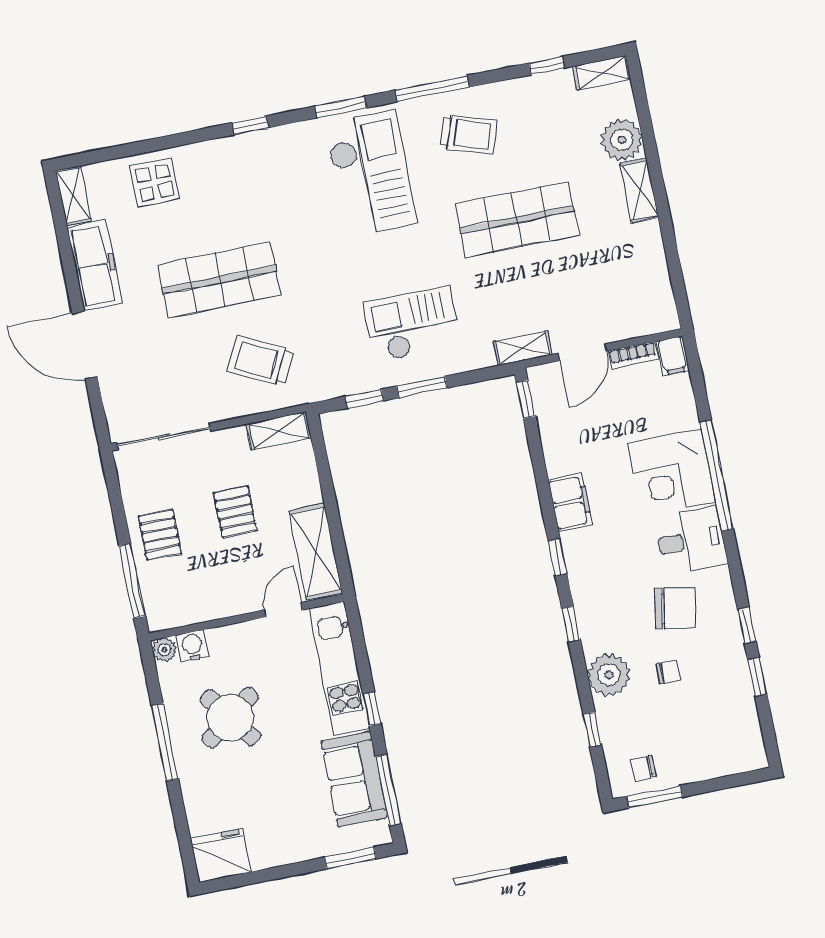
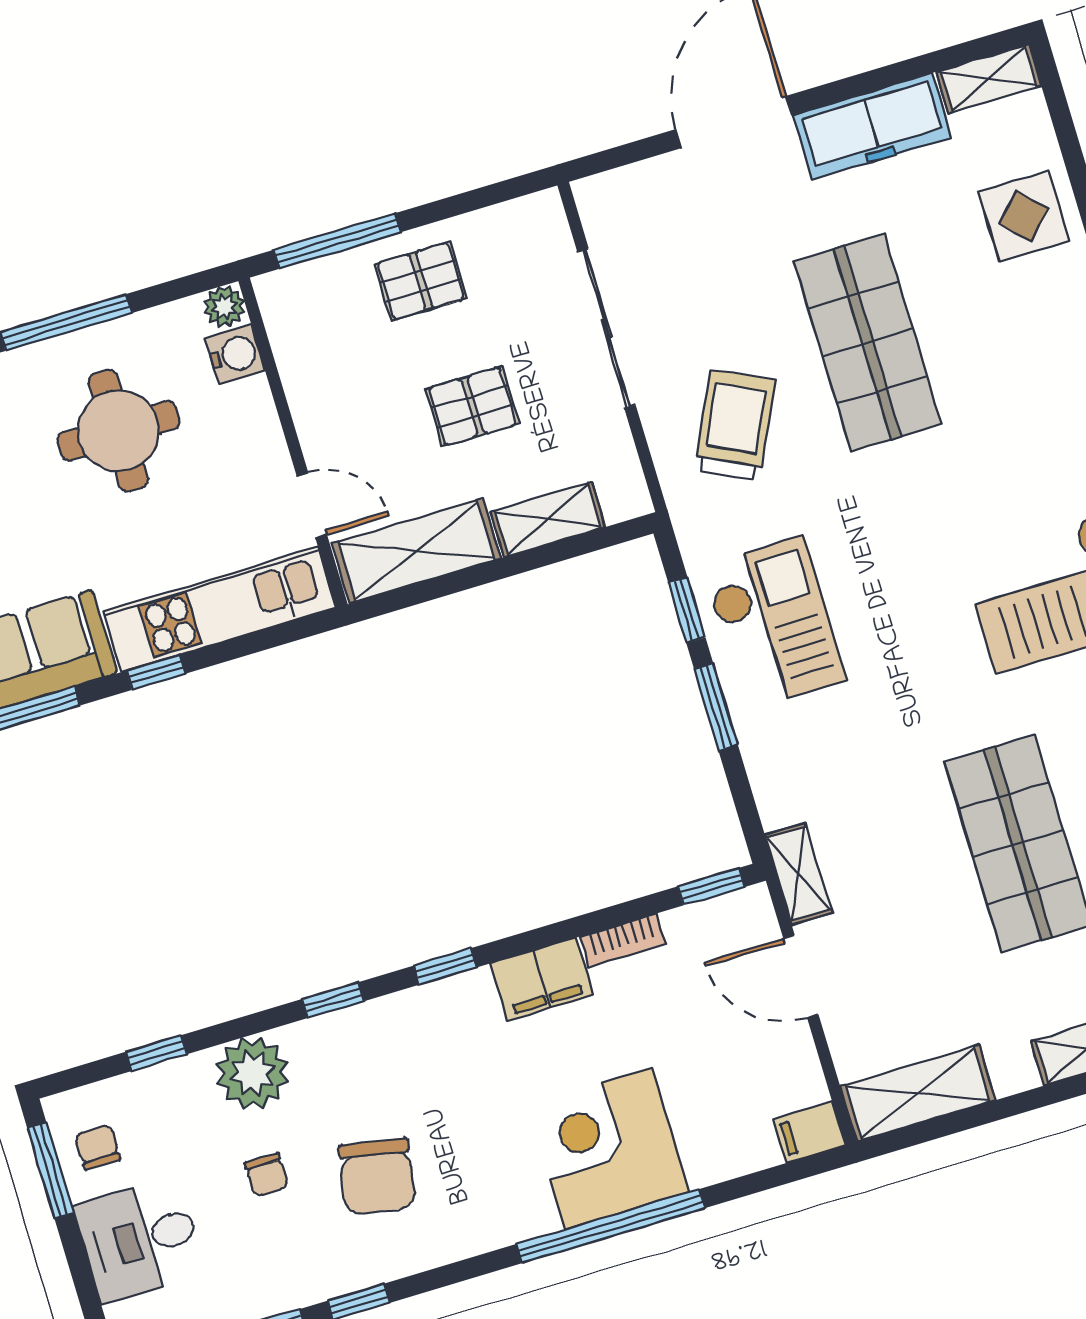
shelving: (656, 291) -> (918, 1093), added
checkout: (412, 324) -> (774, 623), moved
bookcase: (633, 355) -> (623, 940), moved, turned -90
shelving: (279, 431) -> (548, 519), moved, turned 90
sliding door: (163, 437) -> (606, 328), moved
desk: (691, 540) -> (140, 1240), moved, turned 90
round table: (230, 718) -> (118, 431), turned 37

